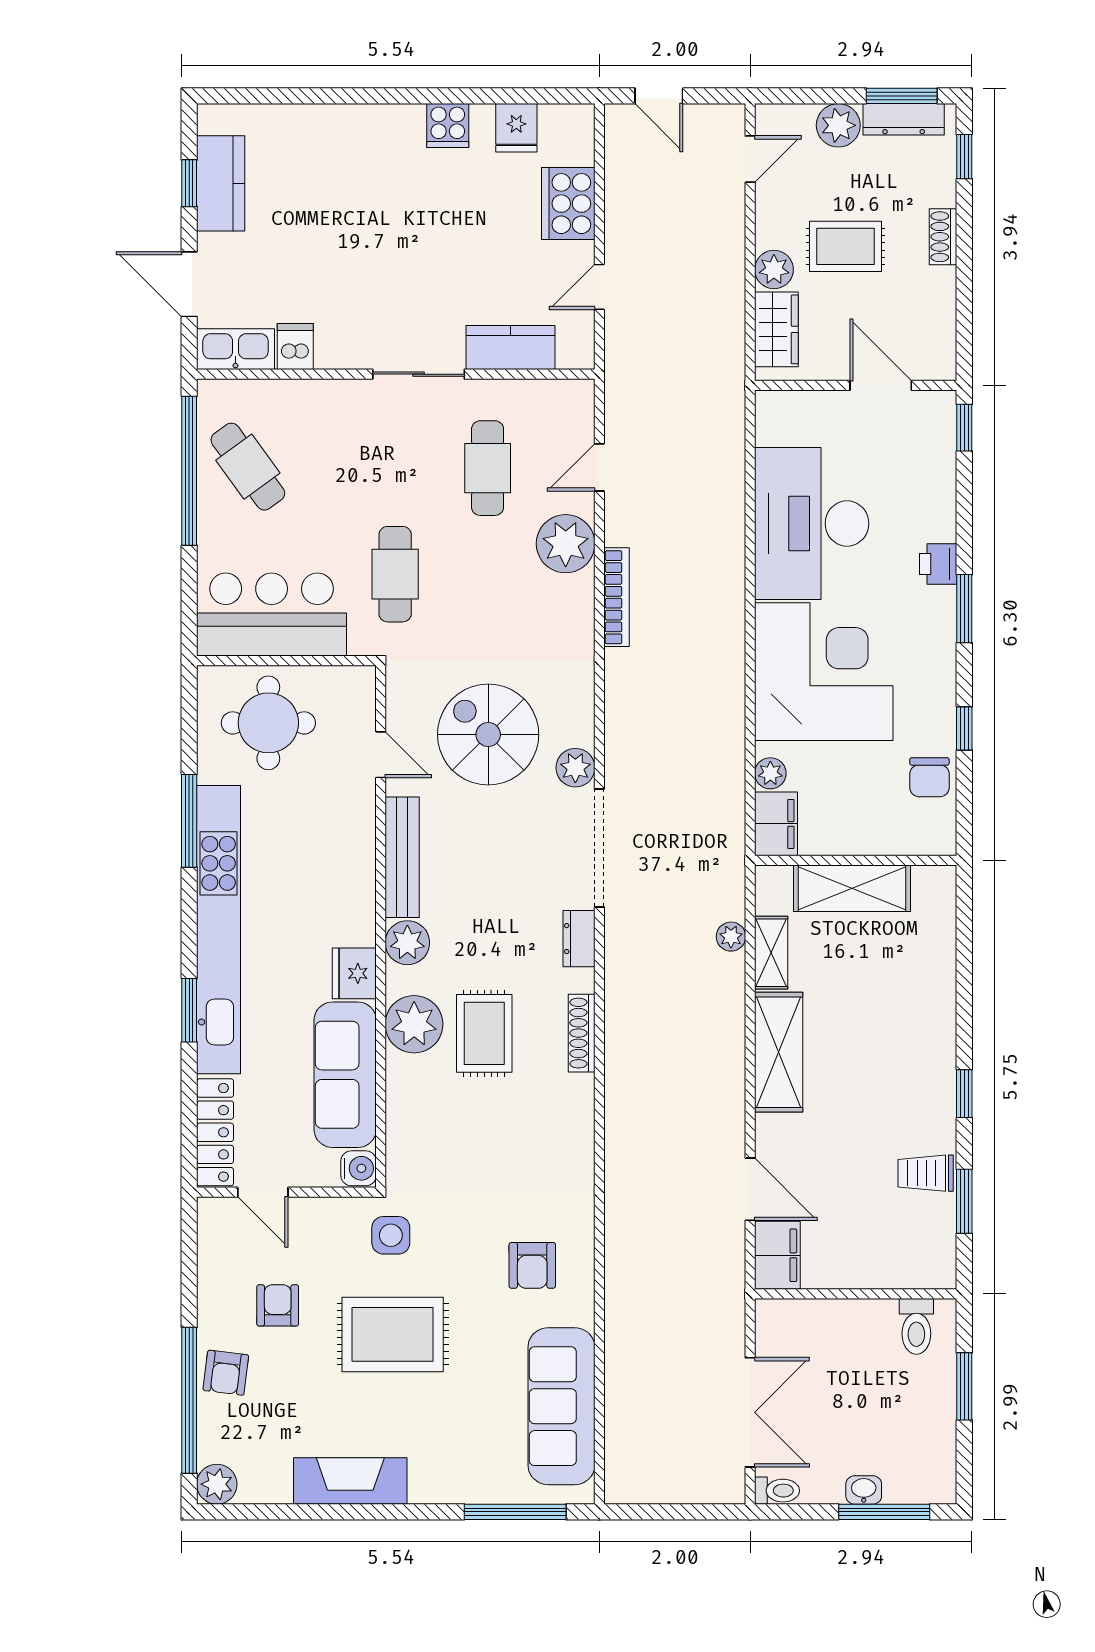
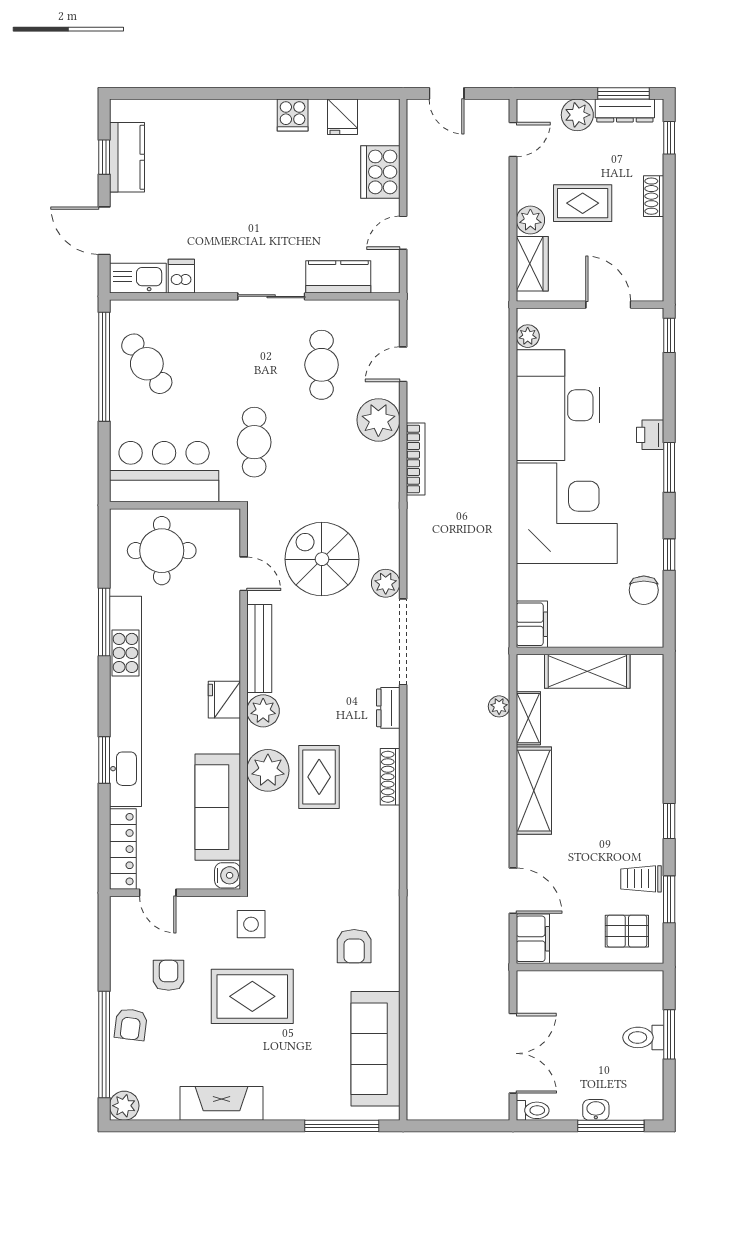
plant: (770, 773) -> (528, 336), moved
fridge: (354, 973) -> (224, 700), moved
pallet: (906, 1245) -> (627, 931), added
toilet: (916, 1326) -> (643, 1037), moved, turned 90

